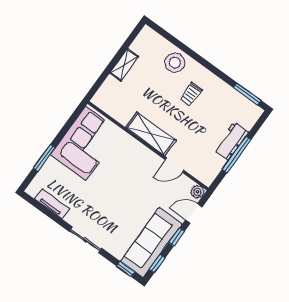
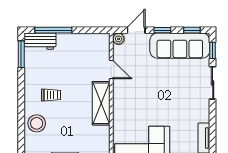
workbench: (231, 141) -> (40, 41), moved
window: (237, 155) -> (53, 30), moved
door: (194, 213) -> (136, 30), swing flipped
sliding door: (85, 240) -> (213, 83), moved

